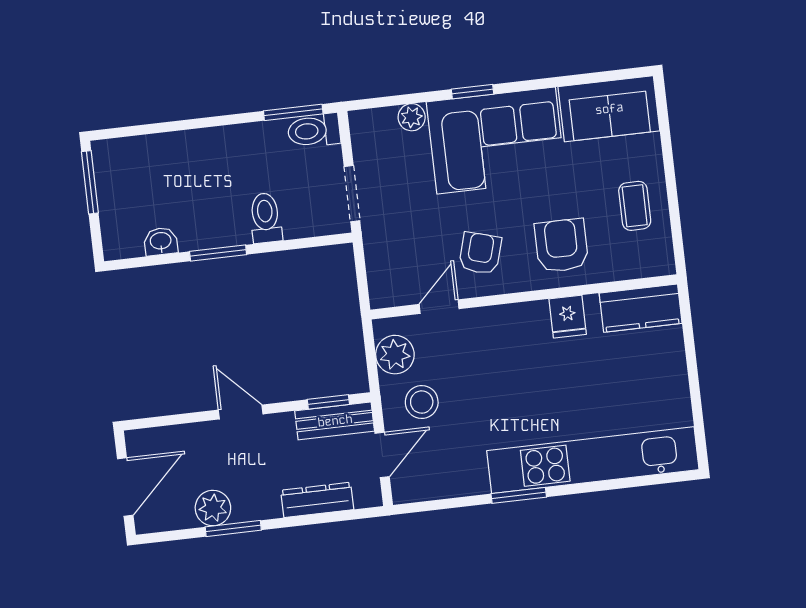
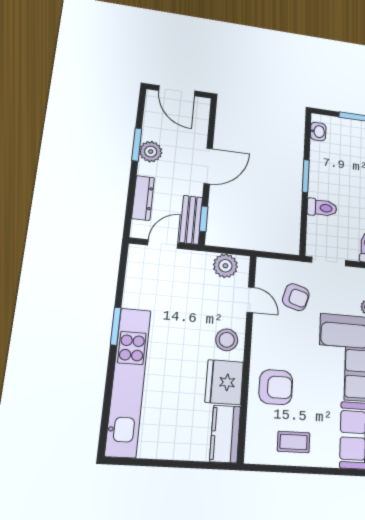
washbasin: (161, 241) -> (318, 132), moved
armchair: (480, 253) -> (296, 297), moved
fridge: (568, 317) -> (224, 382), width x1.88, depth x1.34
stool: (422, 402) -> (227, 340), moved
door: (241, 412) -> (208, 166), width x1.38
door: (382, 455) -> (163, 244), swing flipped
plant: (213, 508) -> (151, 152), moved

